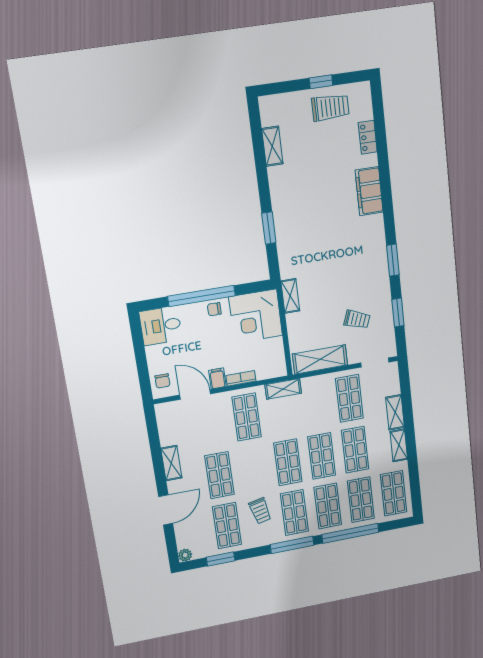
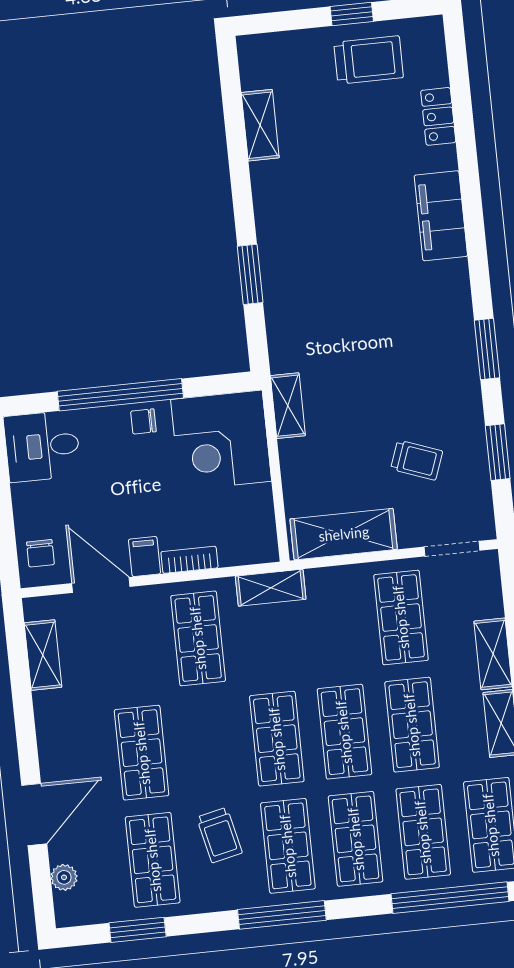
shelving: (171, 463) -> (43, 655), moved
window: (350, 533) -> (450, 898), moved
plant: (185, 555) -> (64, 877), moved

